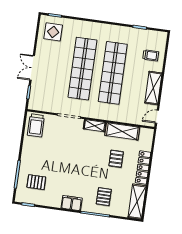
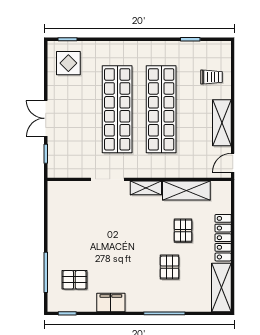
trolley: (36, 125) -> (63, 199), removed
pallet: (104, 197) -> (170, 267), moved
filing cabinet: (72, 203) -> (111, 302), moved

